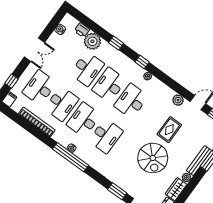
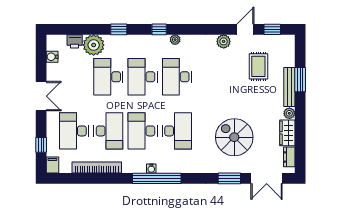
desk: (87, 69) -> (108, 77), turned 180
rug: (169, 130) -> (258, 66), moved
spiral stairs: (153, 158) -> (234, 137), moved, turned 180

